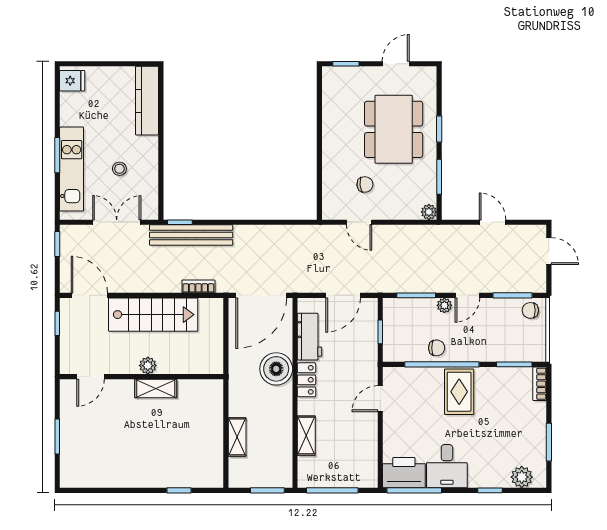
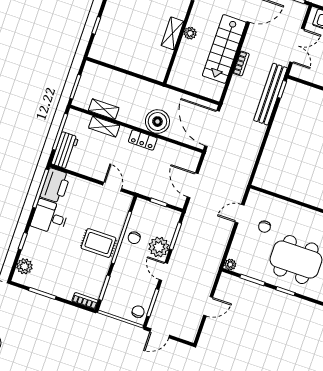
door: (549, 251) -> (160, 333), moved
bookcase: (198, 286) -> (241, 64), moved
plant: (444, 305) -> (159, 247), width x1.87, depth x1.87
workbench: (310, 337) -> (65, 150), moved, turned -90
shelving: (237, 437) -> (104, 109), moved

